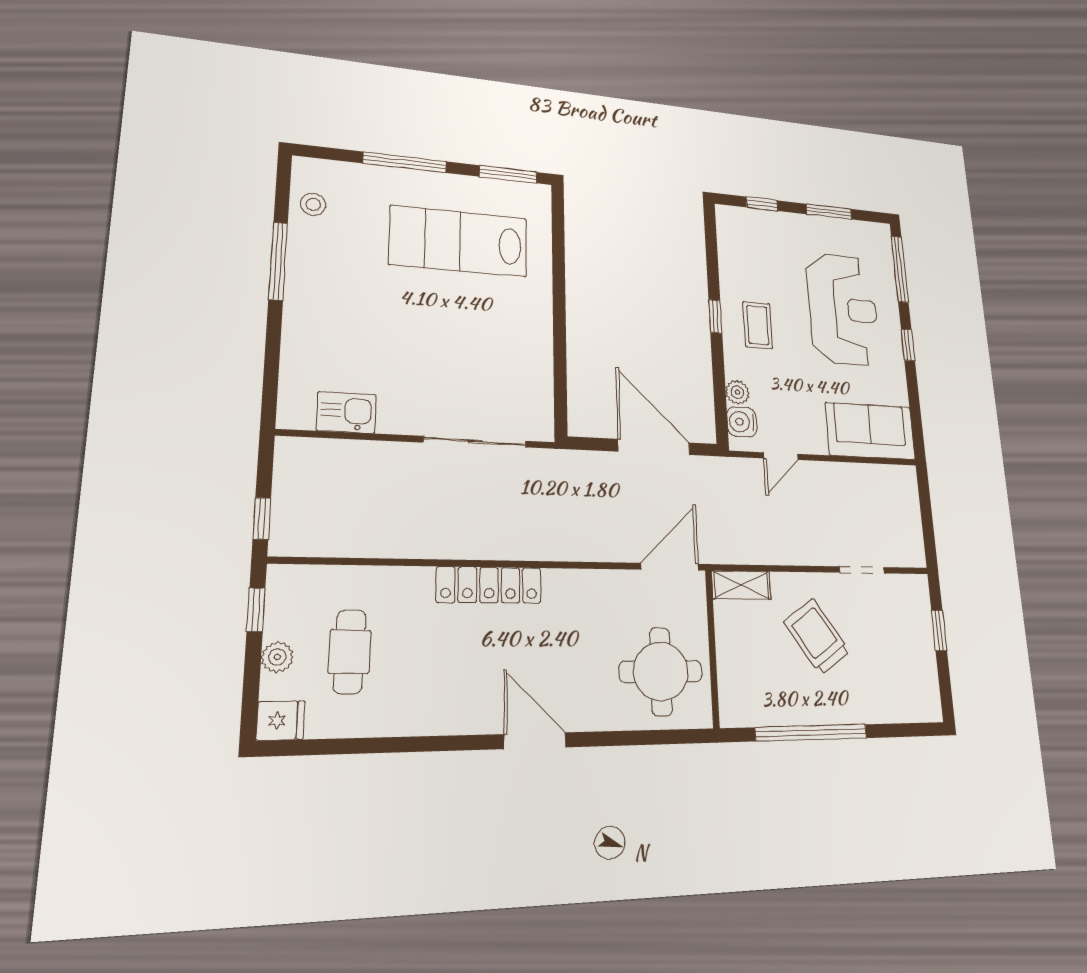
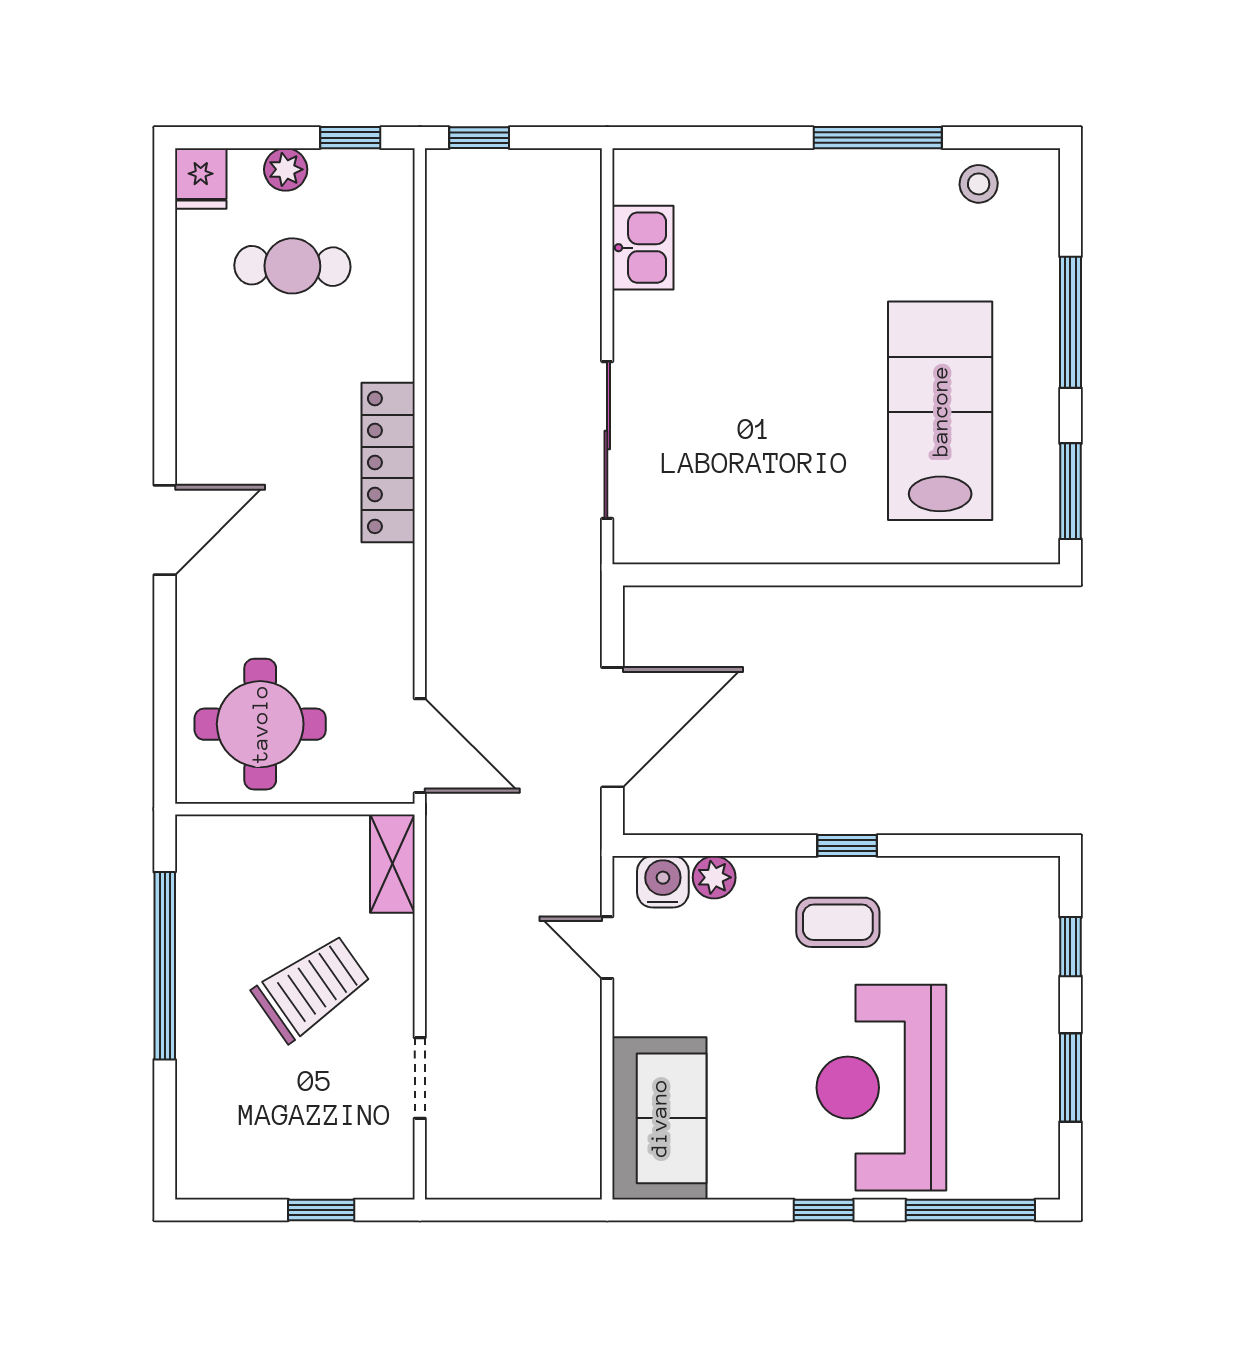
reception desk: (843, 309) -> (881, 1088), turned 90

